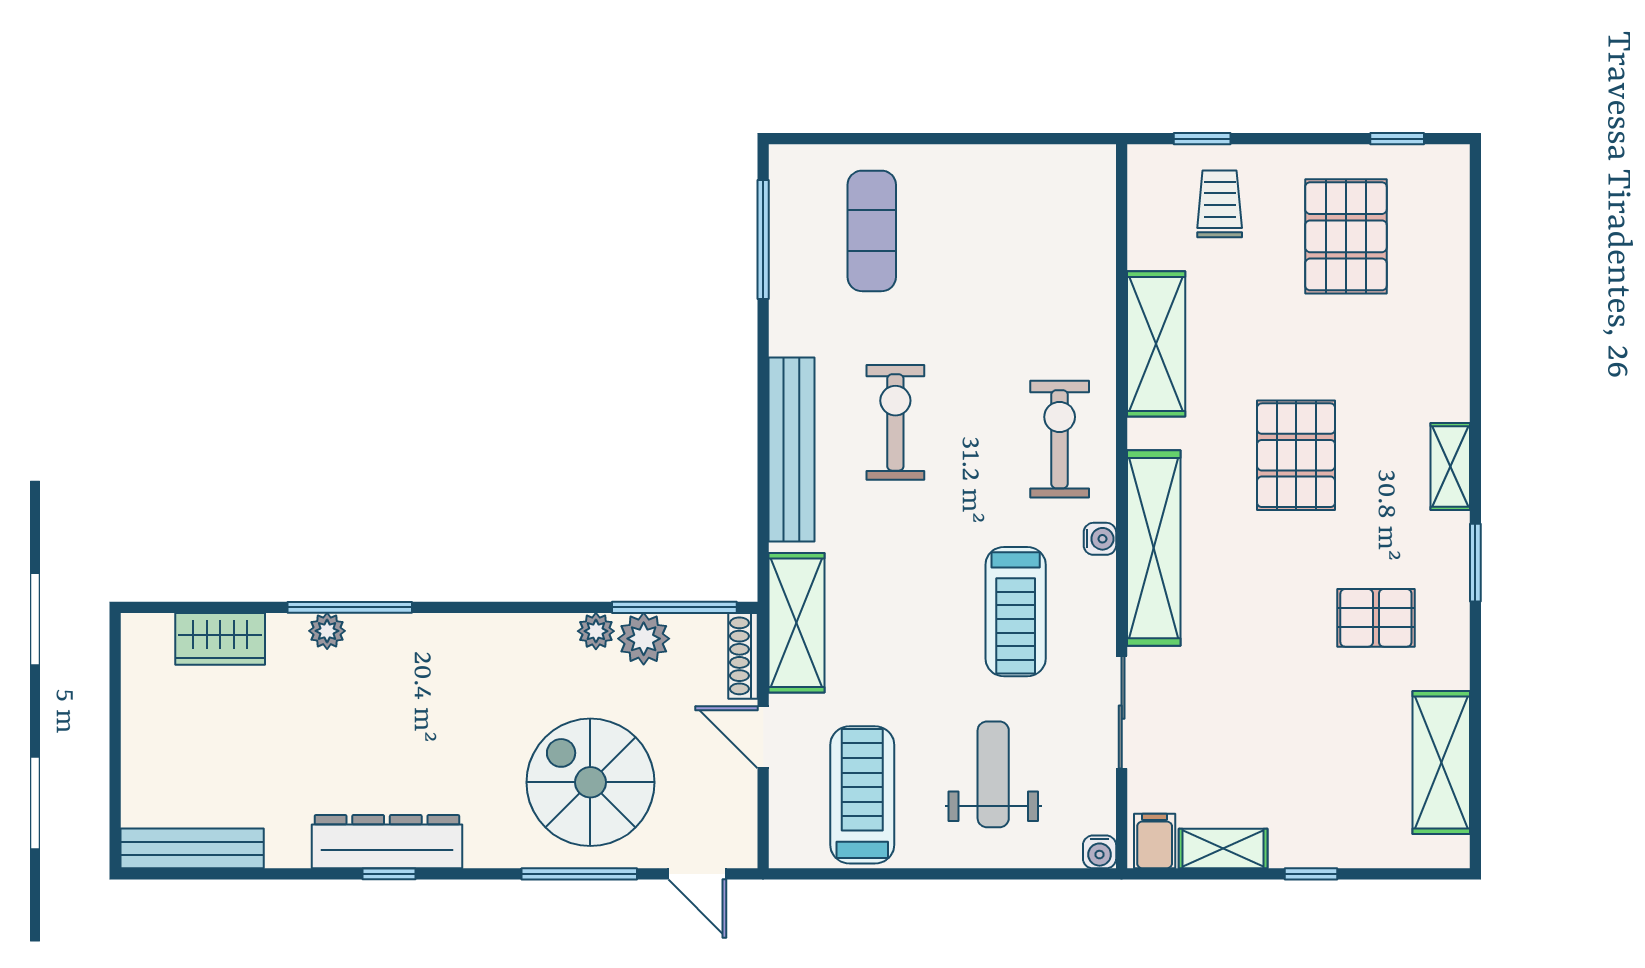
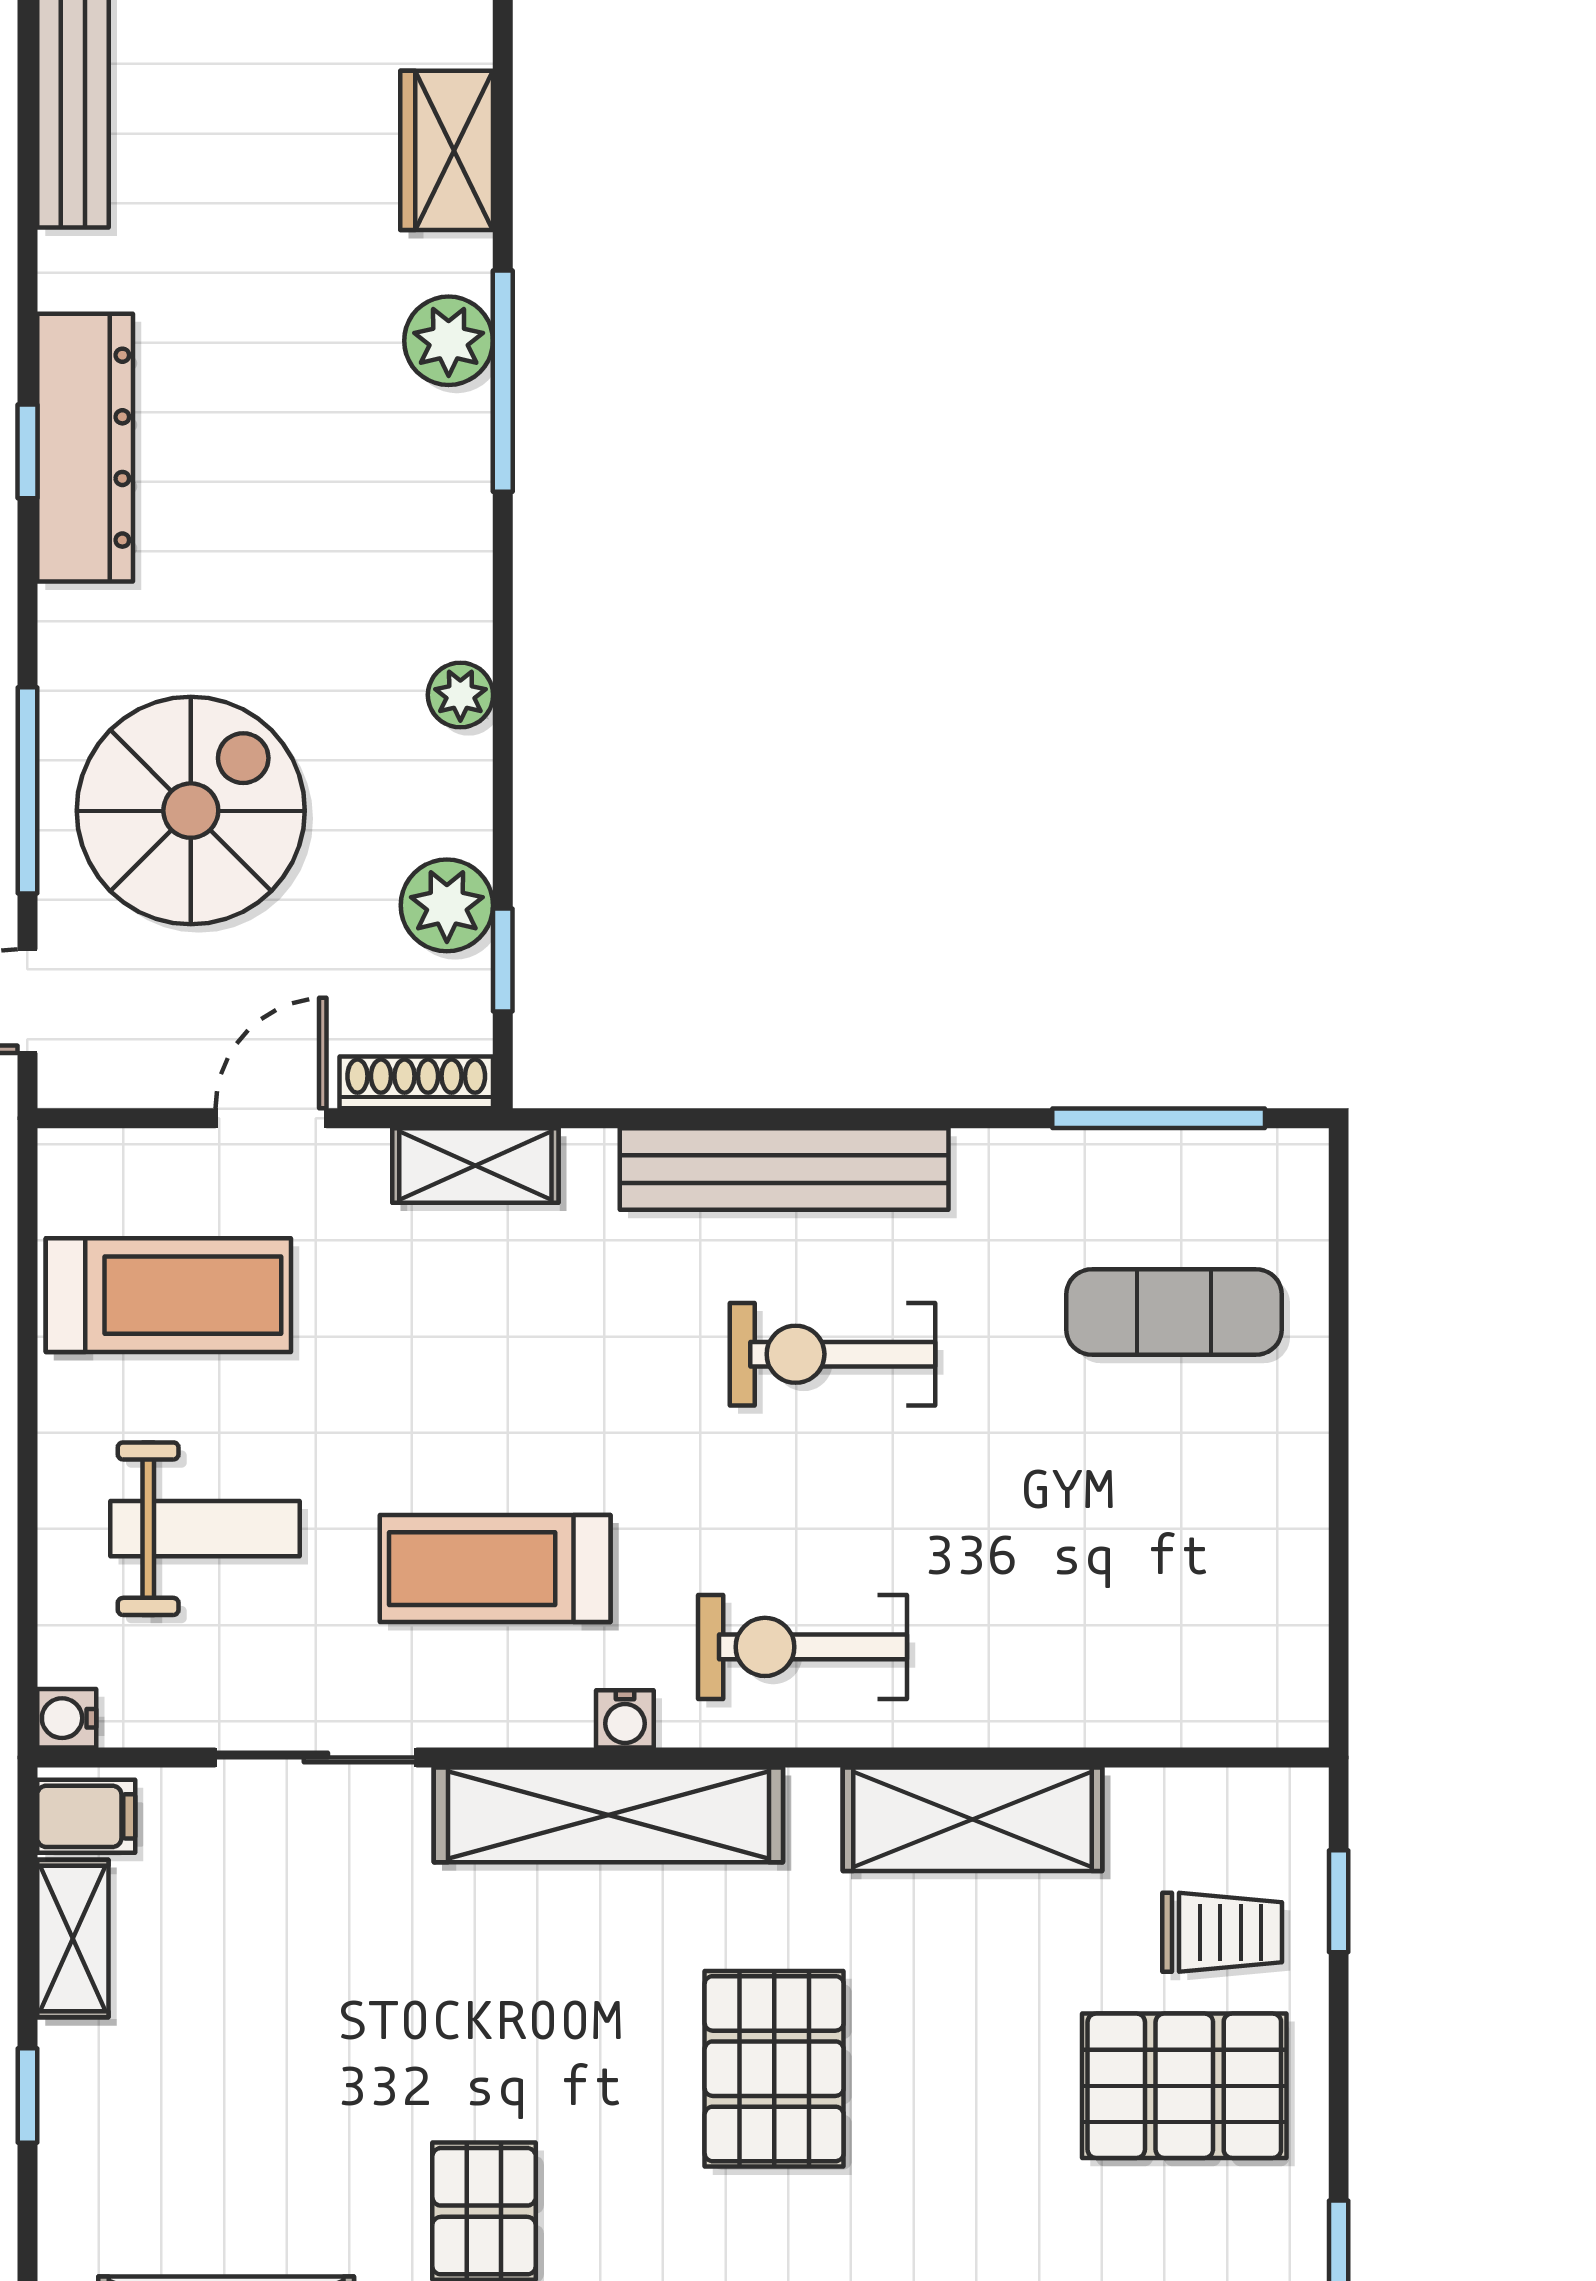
pallet: (1346, 236) -> (1184, 2086), moved
exercise bike: (895, 422) -> (832, 1354), turned 180
exercise bike: (1060, 439) -> (803, 1647), turned 180
pallet: (1296, 455) -> (774, 2069), turned 90
window: (674, 607) -> (503, 960), width x0.46
shelving: (797, 623) -> (475, 1165), width x0.67, depth x0.75
plant: (327, 631) -> (449, 341), width x1.38, depth x1.38
plant: (596, 631) -> (460, 695), moved

